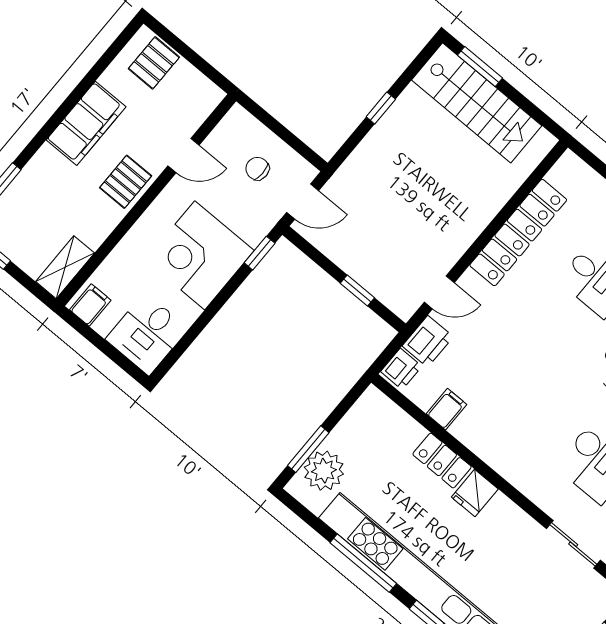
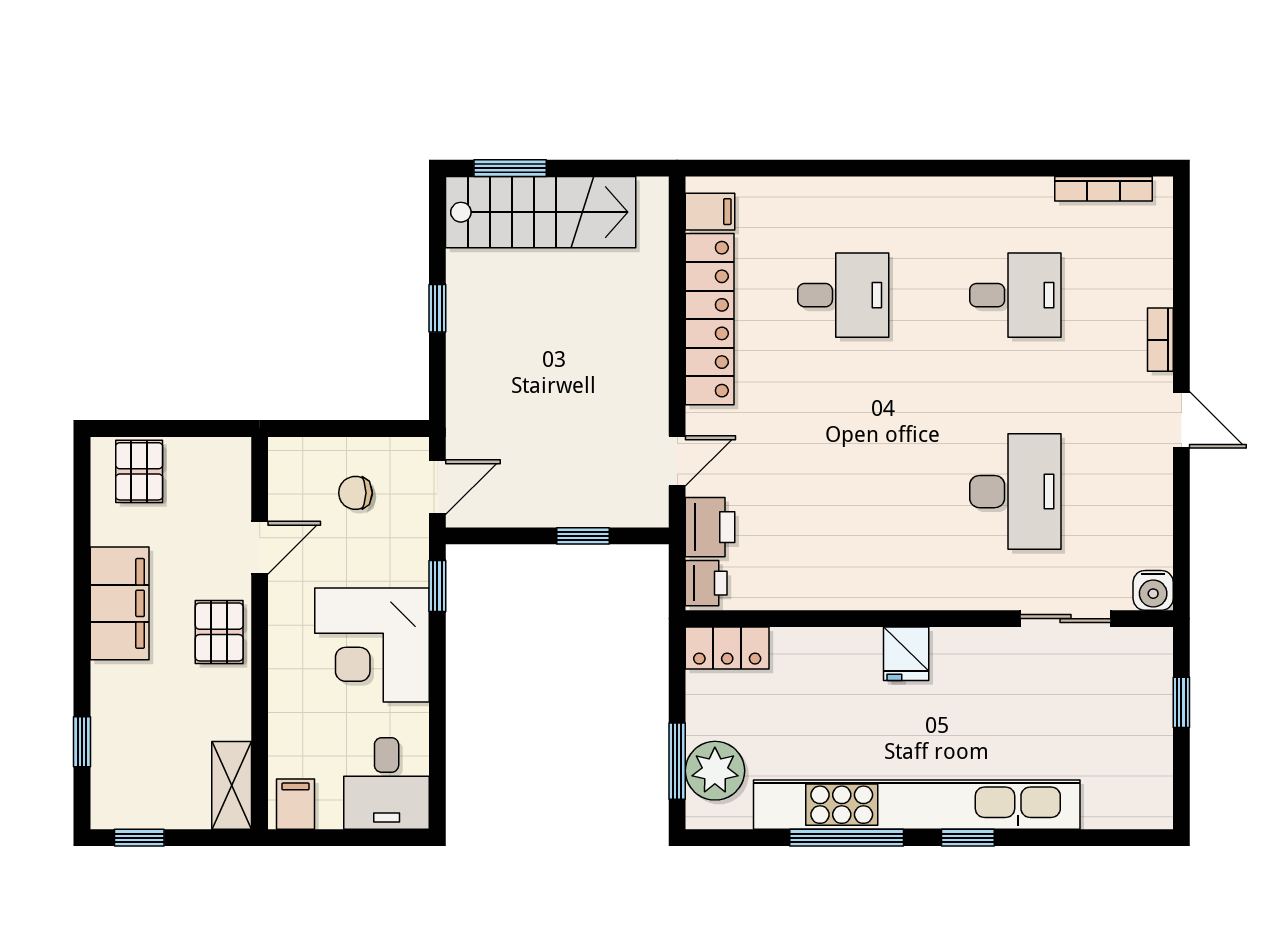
filing cabinet: (447, 409) -> (710, 212), moved, turned 90
locker: (442, 461) -> (727, 648), moved

